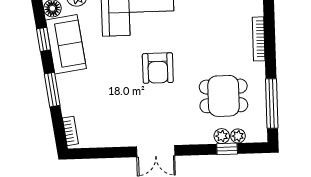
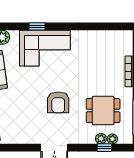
armchair: (158, 68) -> (58, 102), moved

